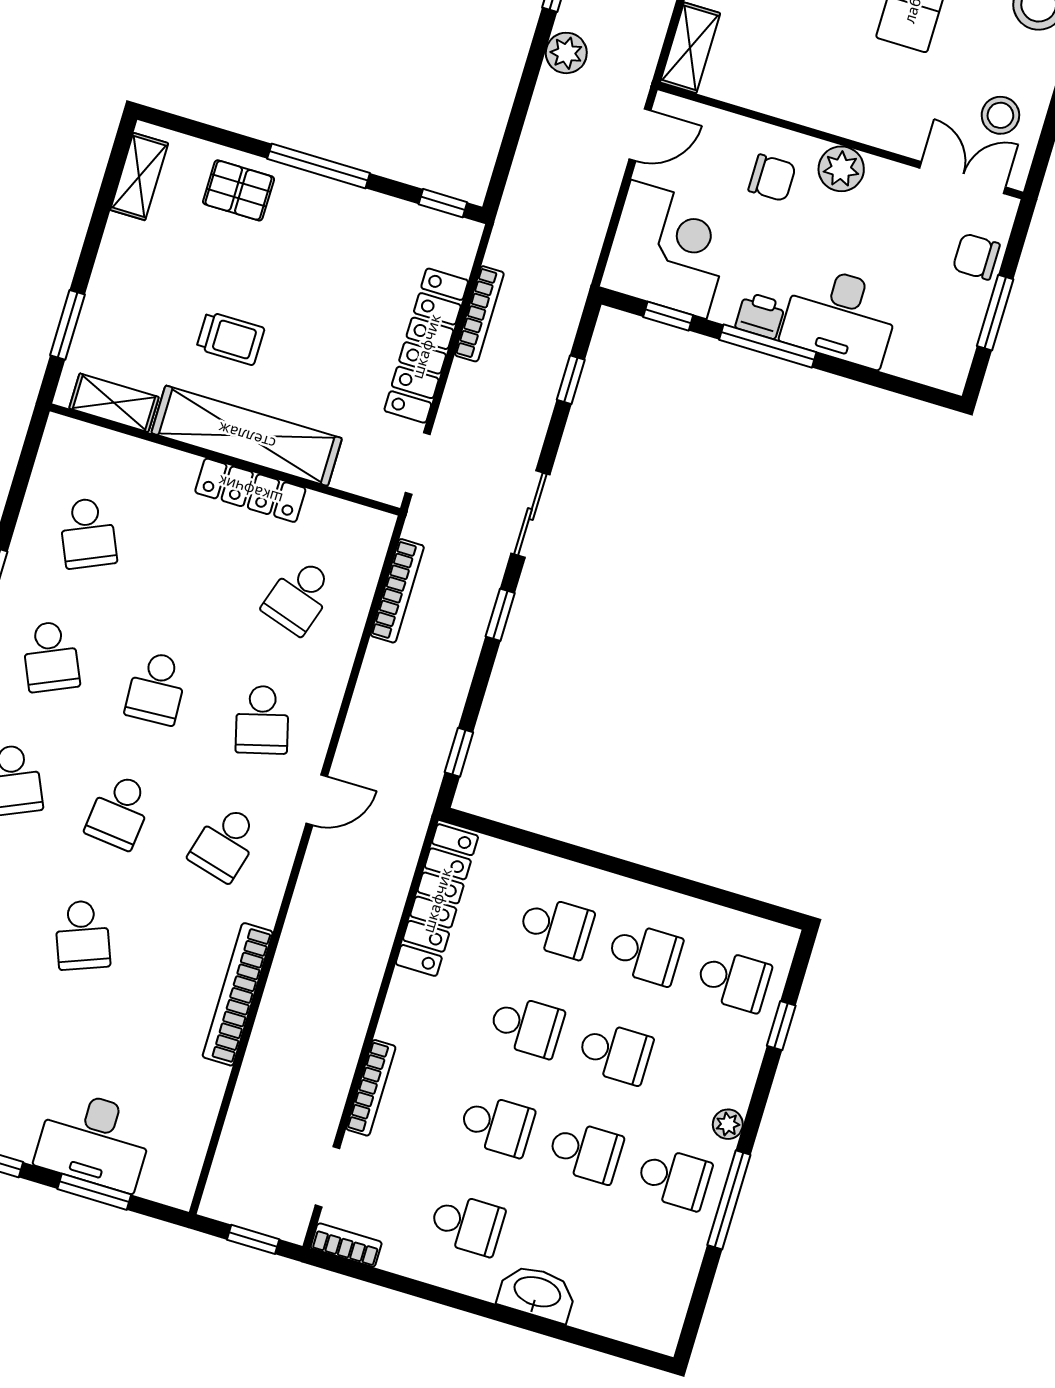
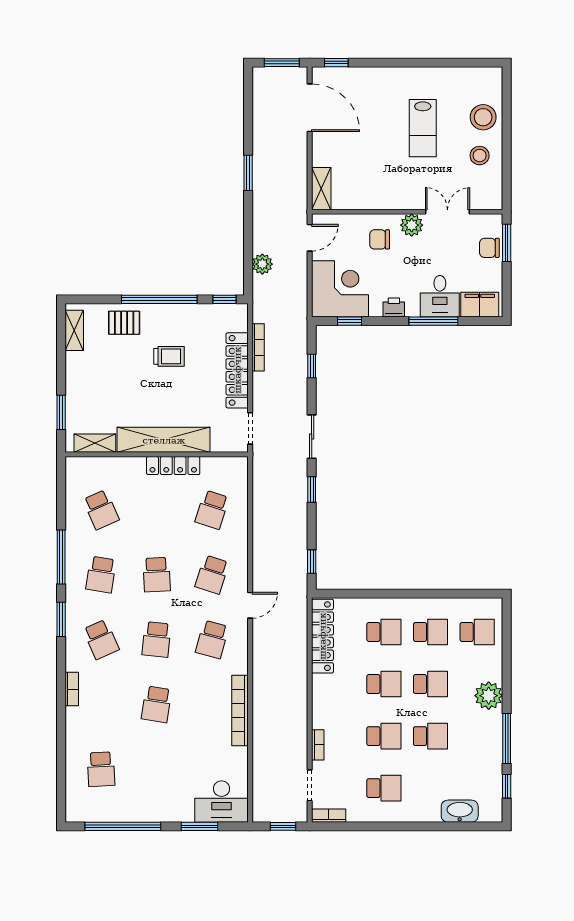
plant: (566, 53) -> (262, 264), moved
stool: (1000, 115) -> (480, 156), moved
window: (319, 166) -> (159, 299), width x1.46
chair: (772, 178) -> (380, 239), turned 180
double door: (963, 178) -> (448, 212), moved
window: (995, 313) -> (507, 243), moved
desk: (841, 316) -> (440, 296), width x0.73
trolley: (230, 338) -> (169, 356), moved
window: (768, 346) -> (433, 321), moved
filing cabinet: (925, 359) -> (480, 305), added
bookcase: (397, 591) -> (259, 493), removed
school desk: (51, 656) -> (101, 575), turned 33
school desk: (262, 720) -> (212, 575), turned 33
school desk: (82, 935) -> (157, 704), turned 30
window: (781, 1026) -> (507, 786), moved
bookcase: (371, 1088) -> (318, 745), width x0.64
plant: (728, 1124) -> (489, 696), width x1.88, depth x1.88
desk: (95, 1140) -> (222, 802), moved
school desk: (674, 1178) -> (477, 736), removed
washbasin: (537, 1293) -> (460, 811), moved

